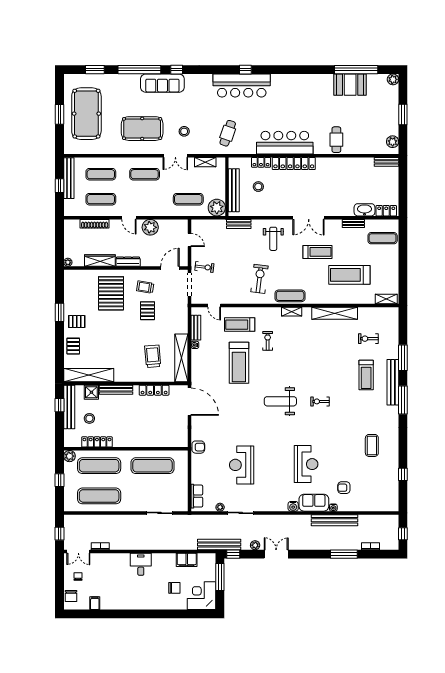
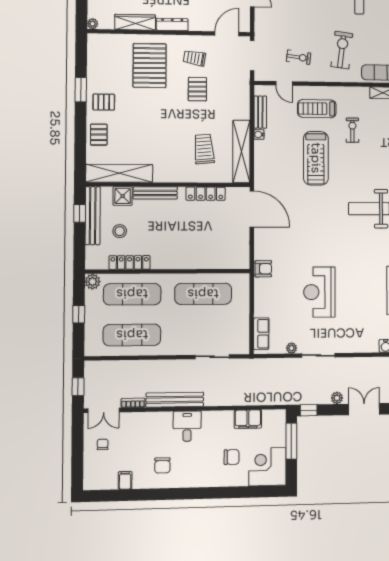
exercise bike: (204, 267) -> (299, 57), moved
bench: (219, 544) -> (175, 400), moved
chair: (71, 596) -> (162, 465), moved

